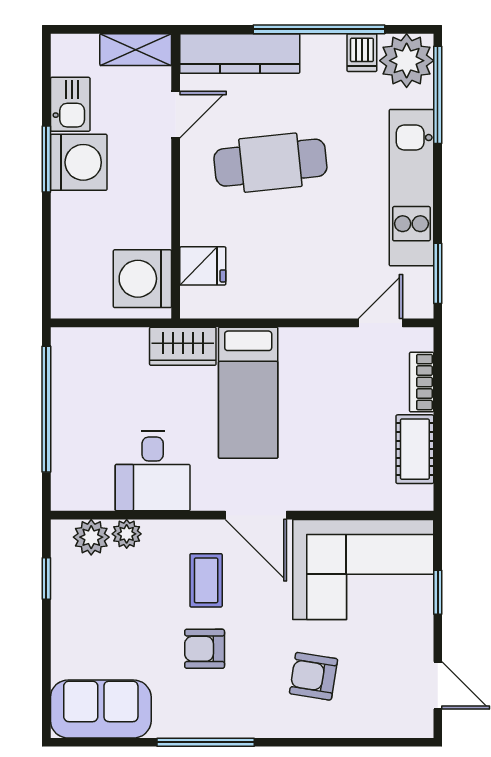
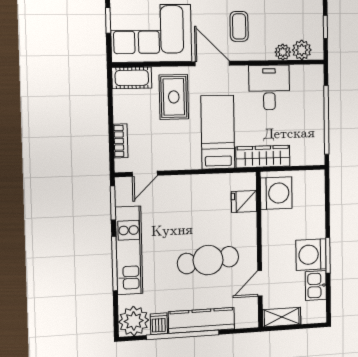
kitchen counter: (240, 53) -> (202, 320), moved
window: (438, 95) -> (115, 264), moved
wardrobe: (183, 346) -> (263, 157), width x1.50
cot: (415, 449) -> (132, 78), moved, turned 90
rug: (326, 457) -> (174, 97), added

